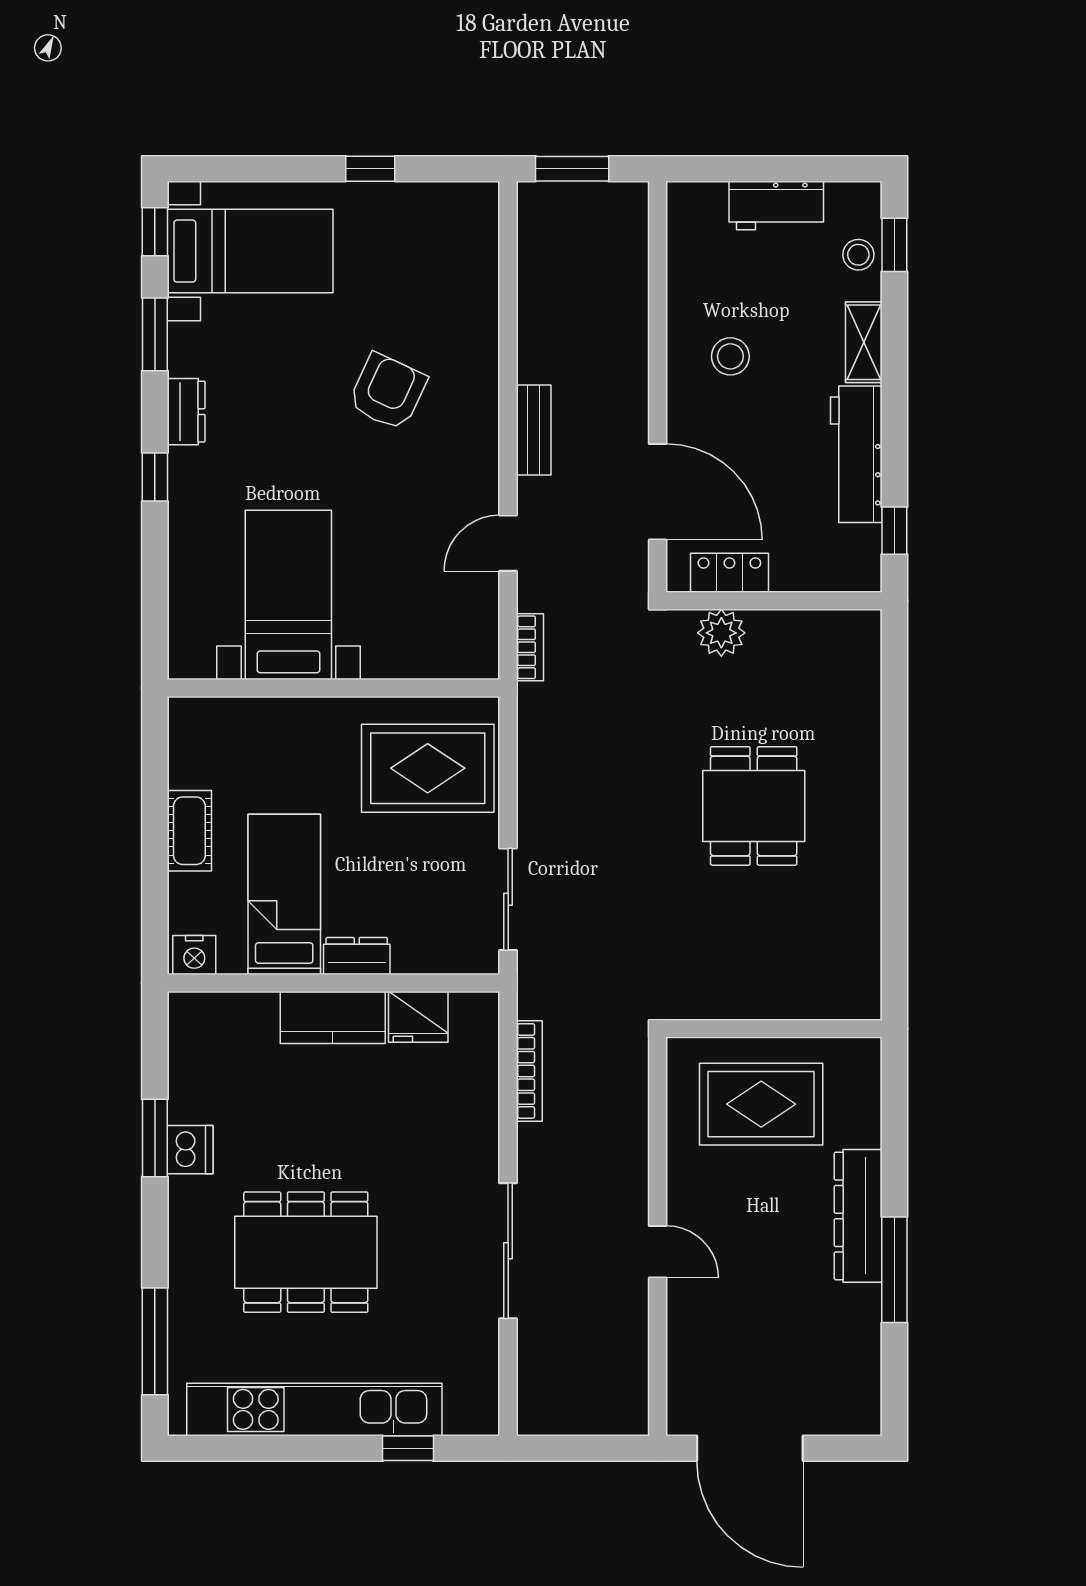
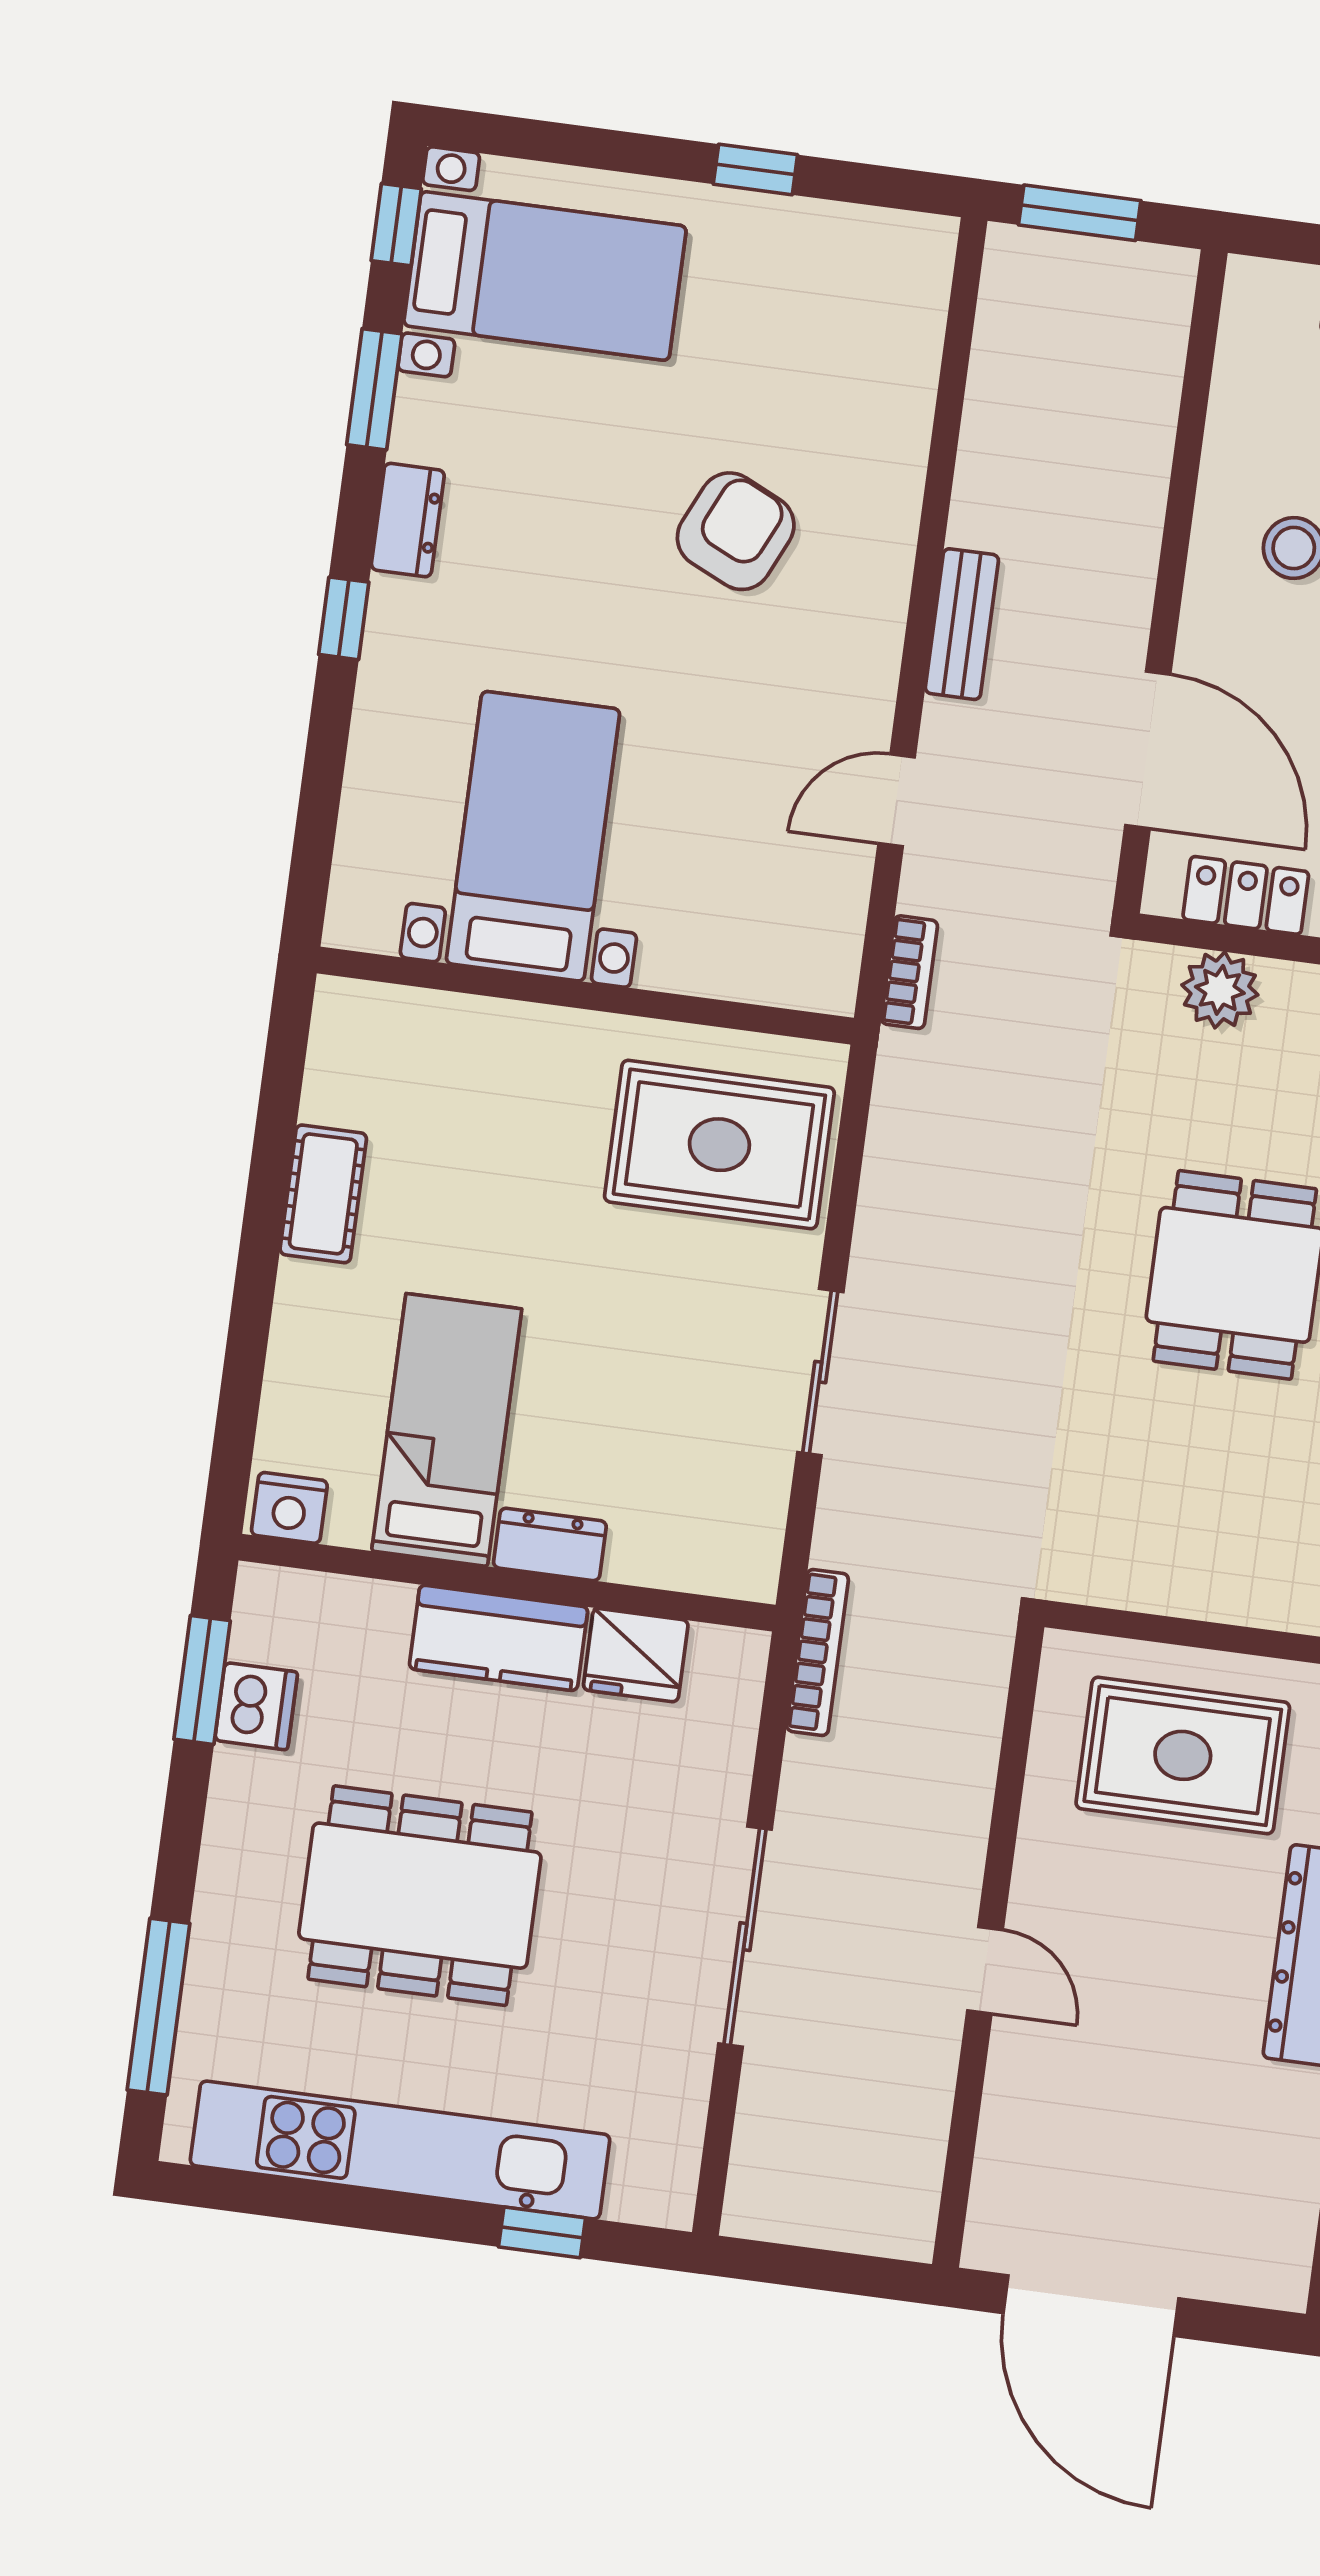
bed: (284, 894) -> (447, 1430), moved
nightstand: (194, 955) -> (289, 1508), moved
dresser: (357, 956) -> (550, 1544), moved
wall: (334, 983) -> (507, 1583), moved
kitchen counter: (333, 1017) -> (499, 1638), moved
fridge: (418, 1017) -> (636, 1655), moved

